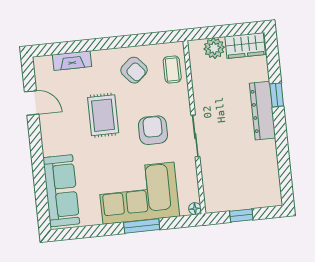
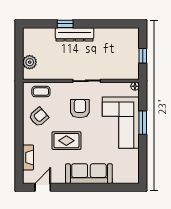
wardrobe: (245, 46) -> (30, 41), removed
door: (32, 103) -> (43, 187), moved
armchair: (153, 130) -> (80, 109), turned 90
sofa: (61, 191) -> (89, 174), moved

